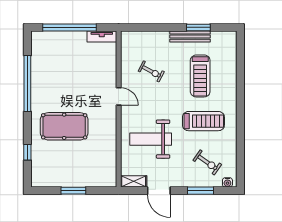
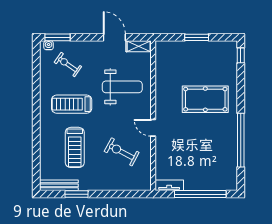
bench: (190, 37) -> (59, 185), moved
exercise bike: (151, 71) -> (122, 152), width x1.38, depth x1.39
treadmill: (200, 76) -> (75, 147), turned 180
window: (27, 152) -> (241, 55), moved
window: (200, 191) -> (58, 37), moved

